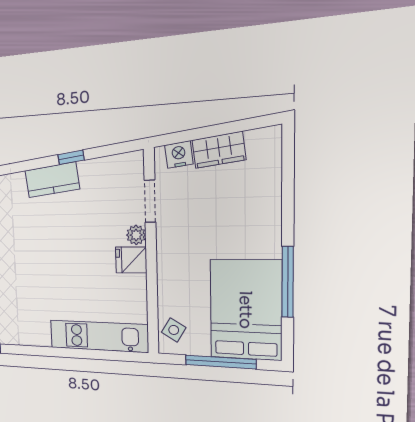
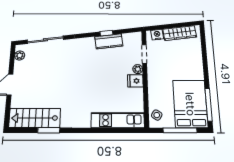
wardrobe: (219, 150) -> (180, 33), width x1.50
kitchen counter: (52, 180) -> (109, 41), moved
window: (288, 282) -> (209, 105), moved

